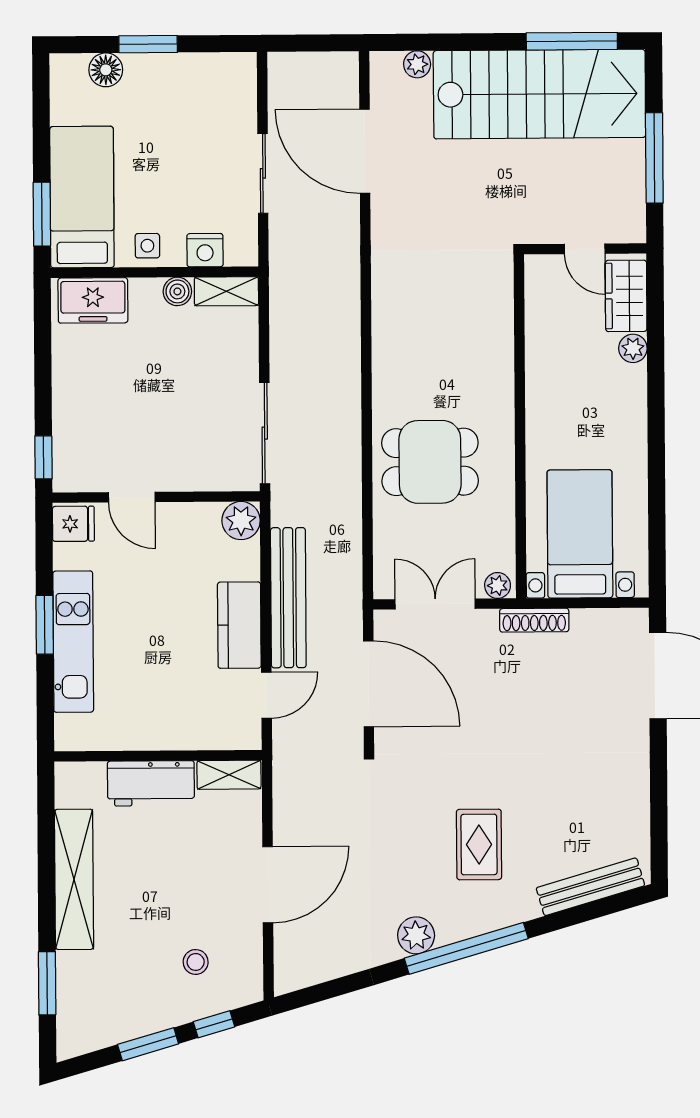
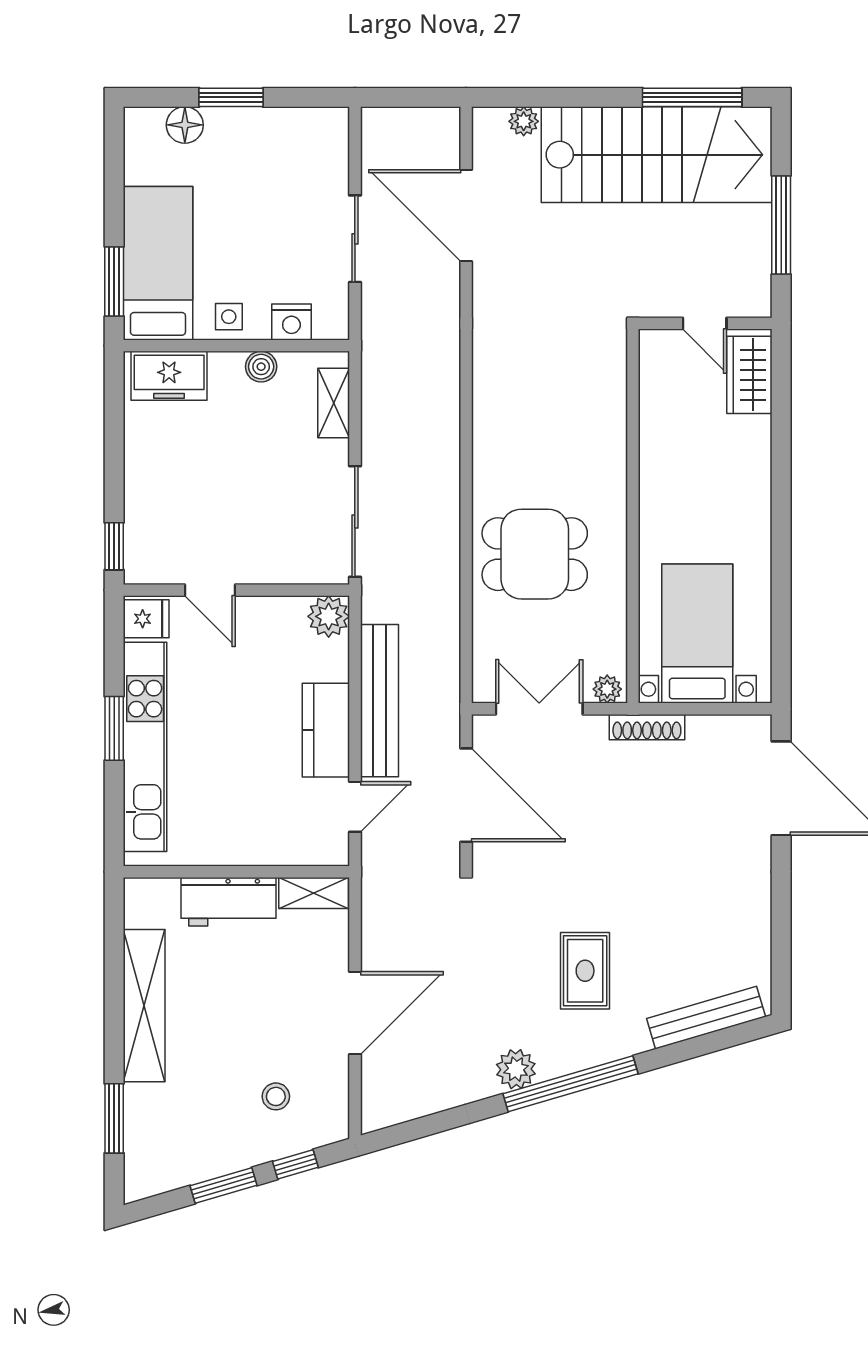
shelving: (226, 291) -> (334, 403), moved, turned 90
plant: (633, 348) -> (756, 432), removed
kitchen unit: (73, 642) -> (145, 747), width x1.36

